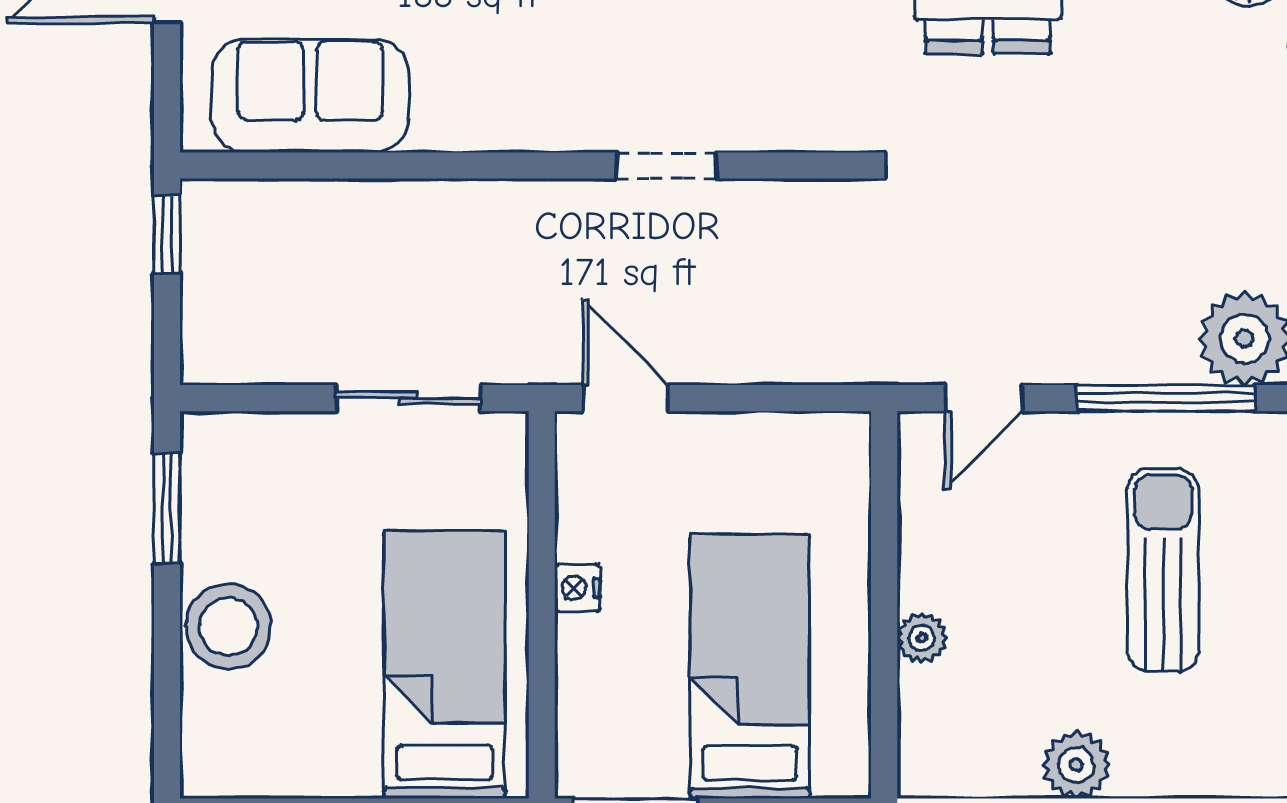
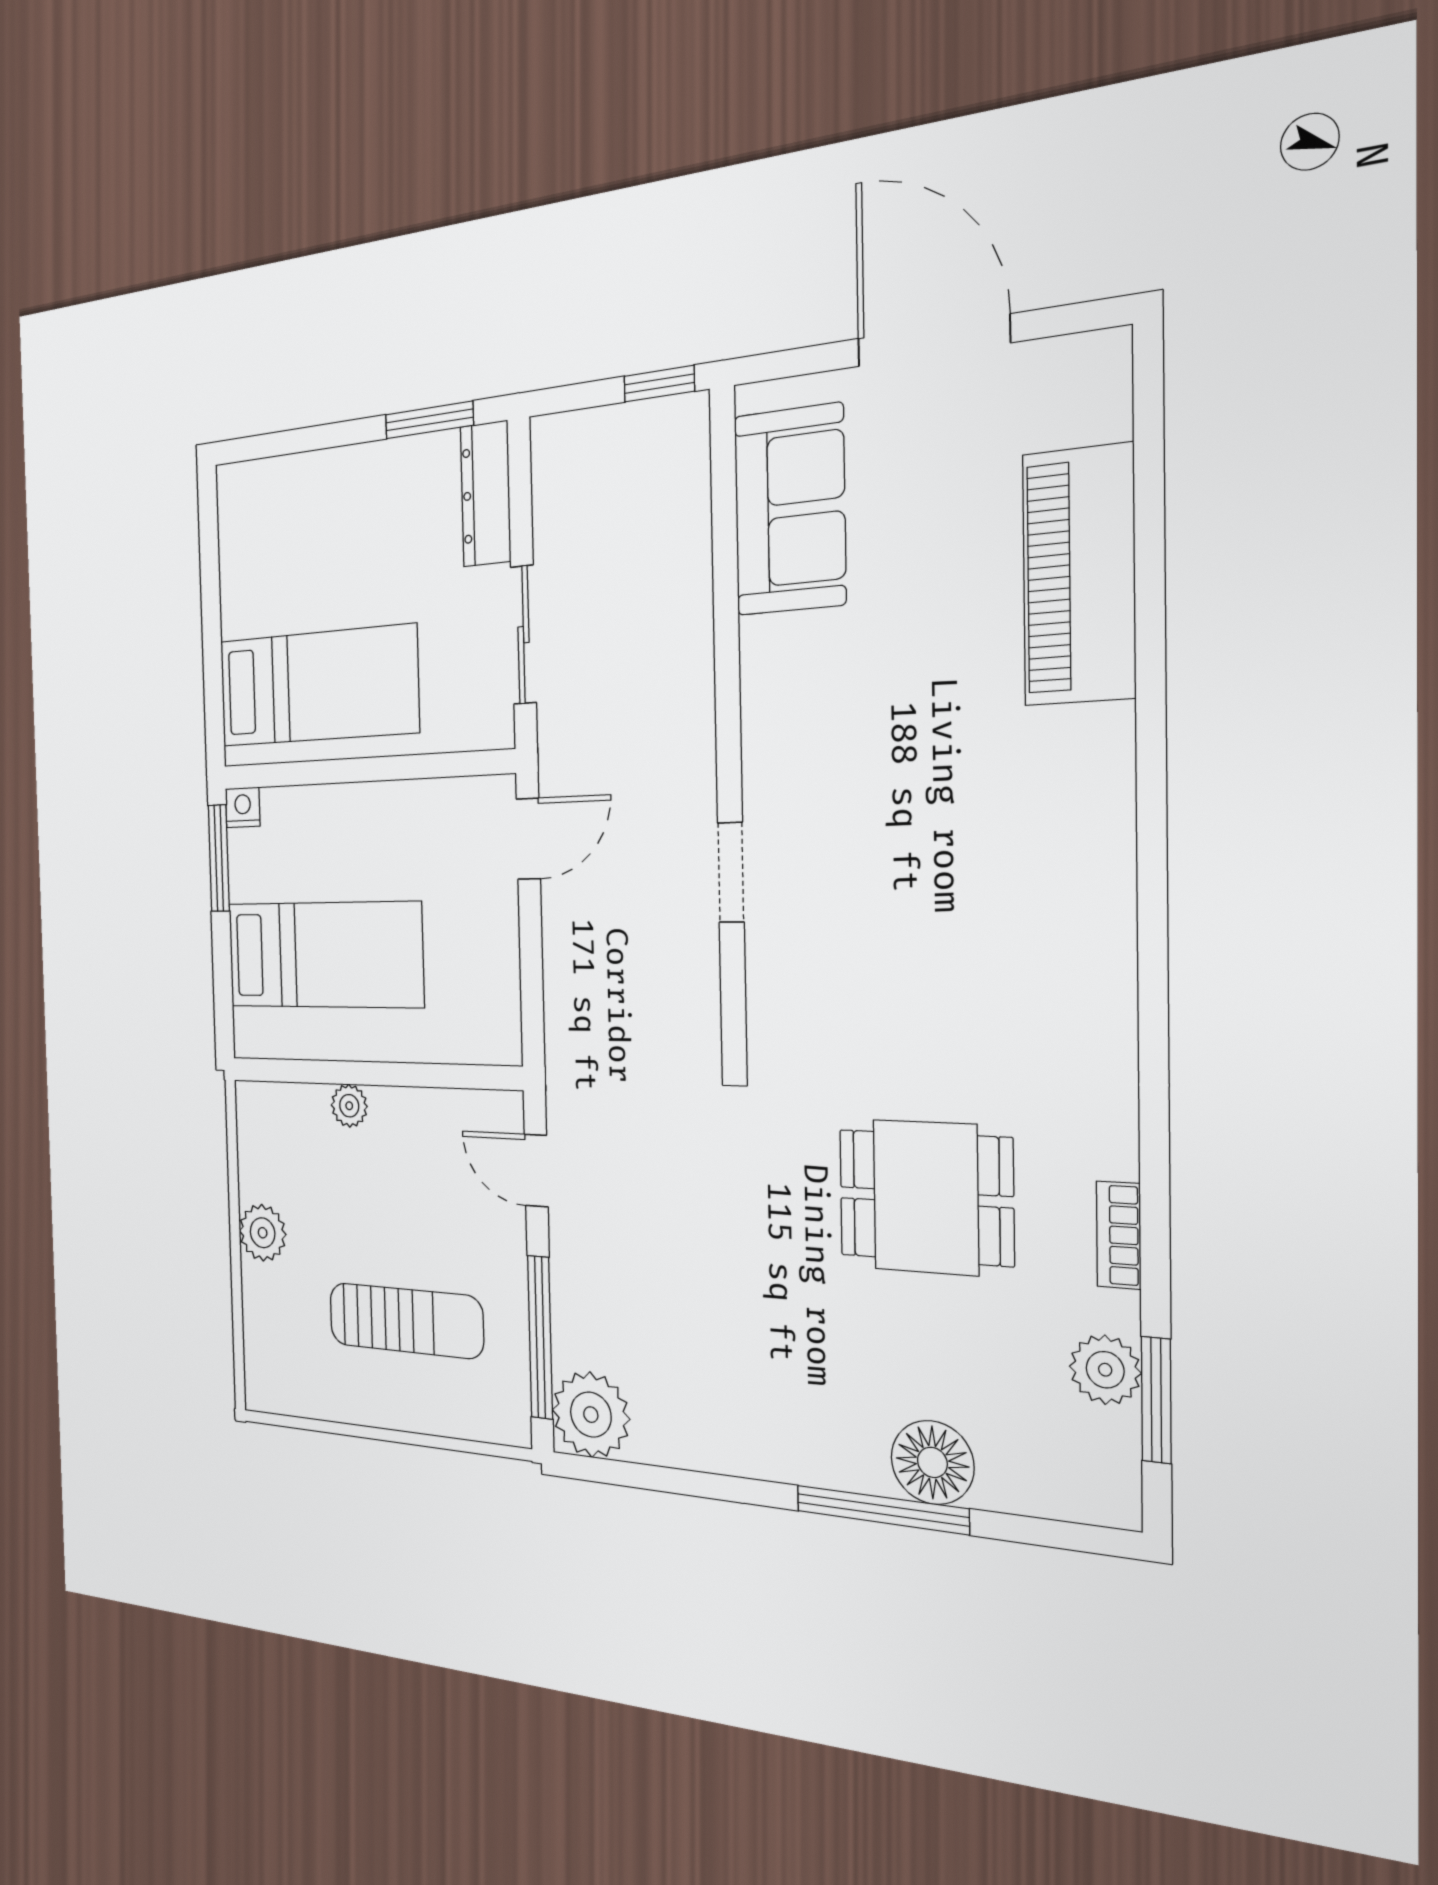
dresser: (255, 440) -> (486, 494), added
nightstand: (577, 588) -> (243, 807), moved
stool: (229, 626) -> (340, 490), removed

